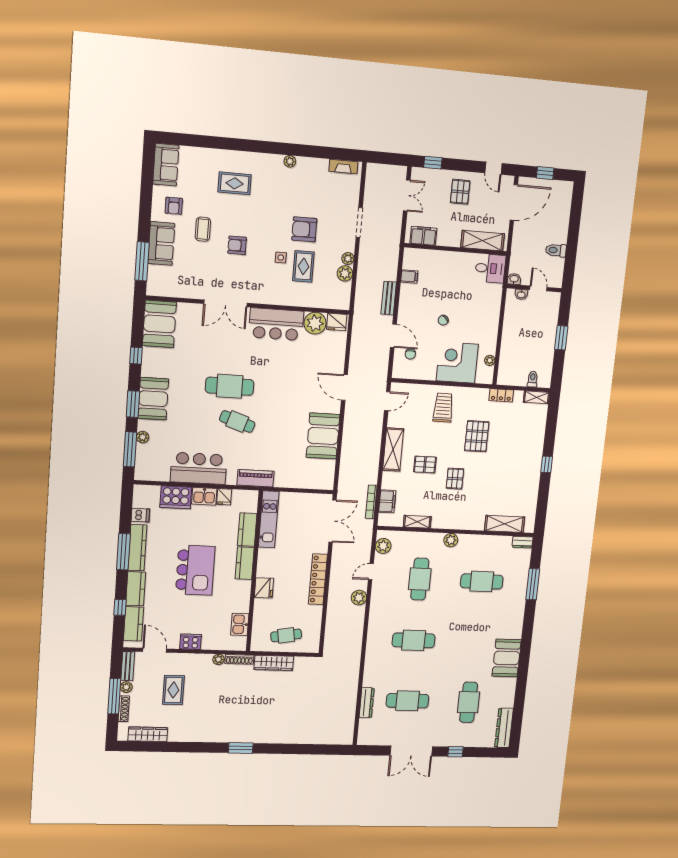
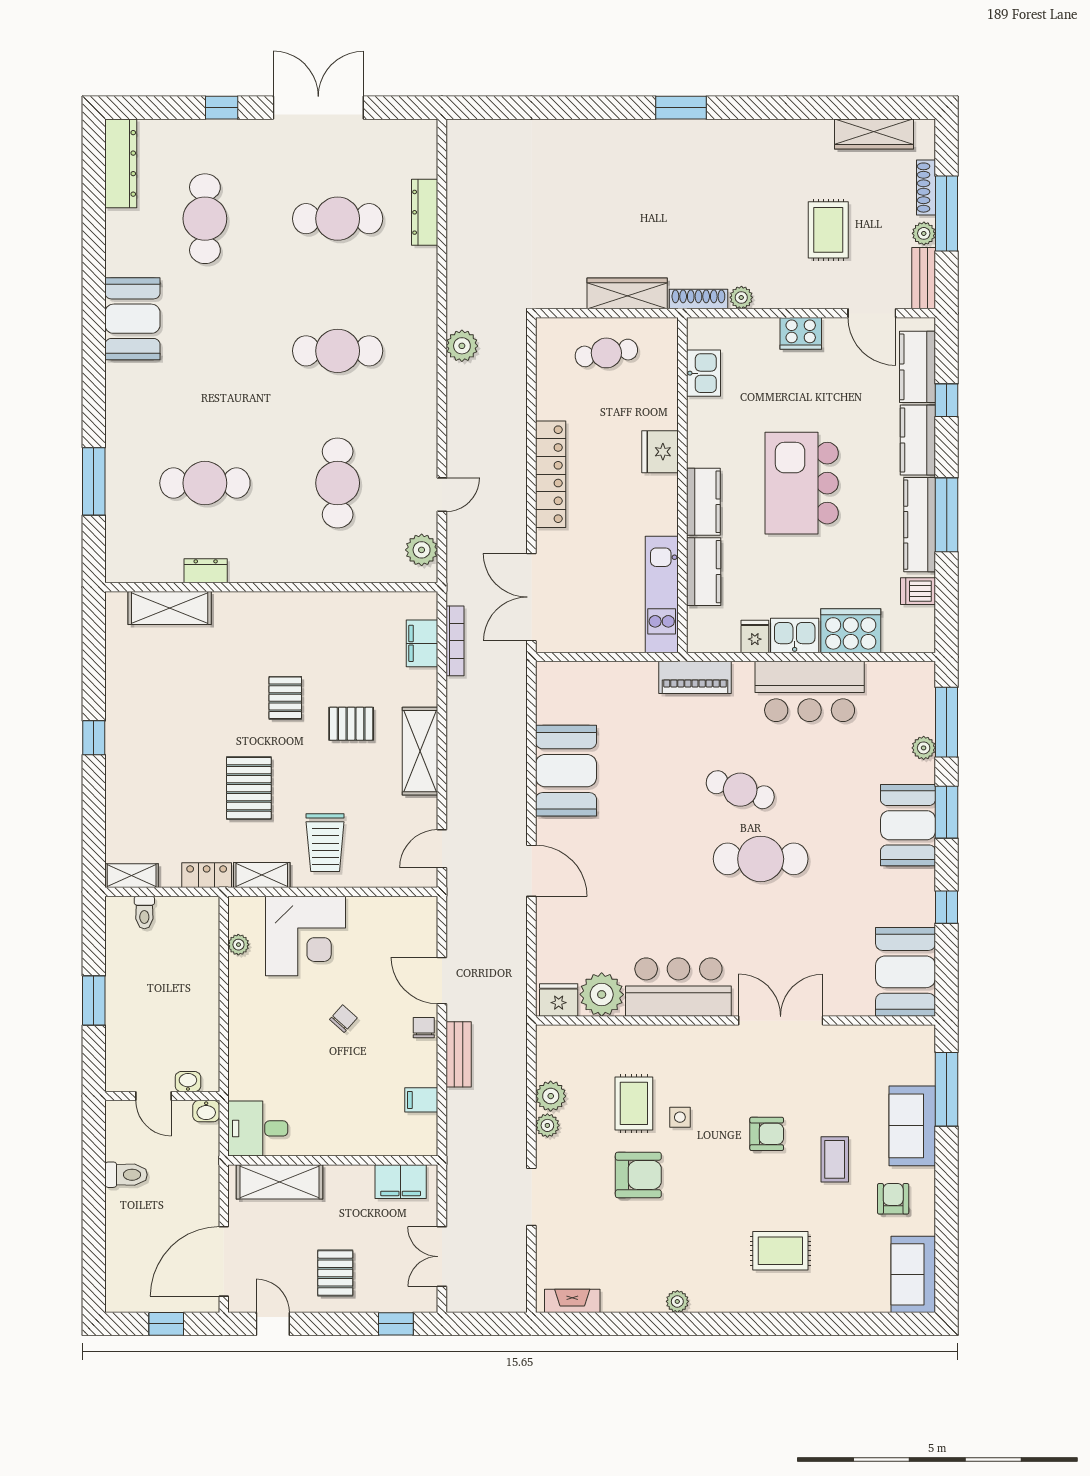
chair: (410, 354) -> (424, 1028), moved
shelving: (417, 522) -> (262, 875), moved
plant: (451, 540) -> (280, 568), removed
dresser: (523, 542) -> (206, 571), moved
plant: (359, 598) -> (462, 346), moved

